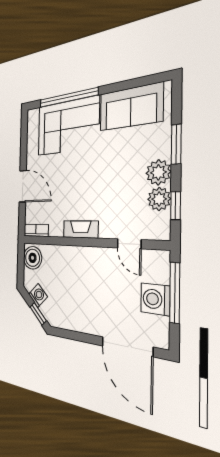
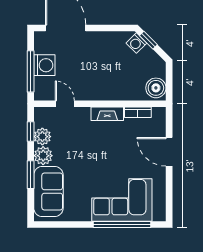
sofa: (131, 107) -> (48, 191), moved, turned 90
bookcase: (36, 230) -> (138, 112), moved
washing machine: (38, 296) -> (136, 43), moved

